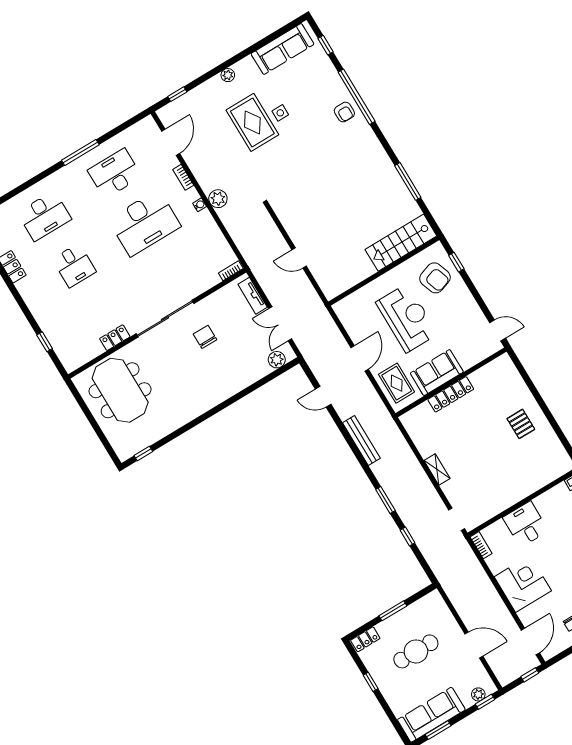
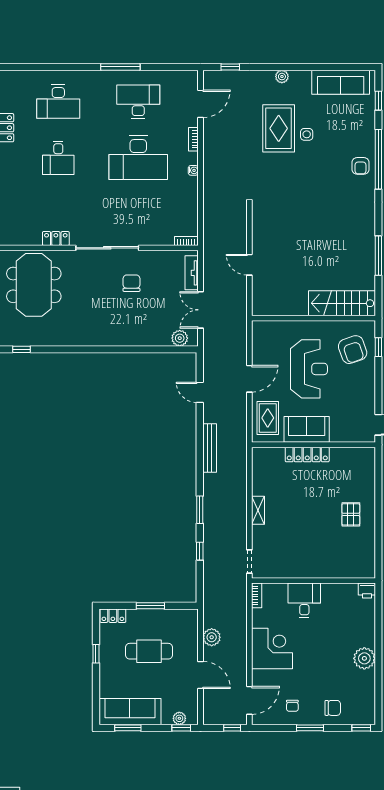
plant: (218, 199) -> (212, 637), moved

